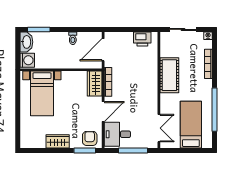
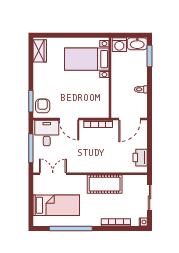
door: (103, 50) -> (130, 119), swing flipped
wardrobe: (95, 83) -> (96, 111), removed
double door: (159, 128) -> (53, 174), swing flipped
armchair: (90, 138) -> (43, 106), turned -90
wardrobe: (58, 141) -> (40, 51), moved

